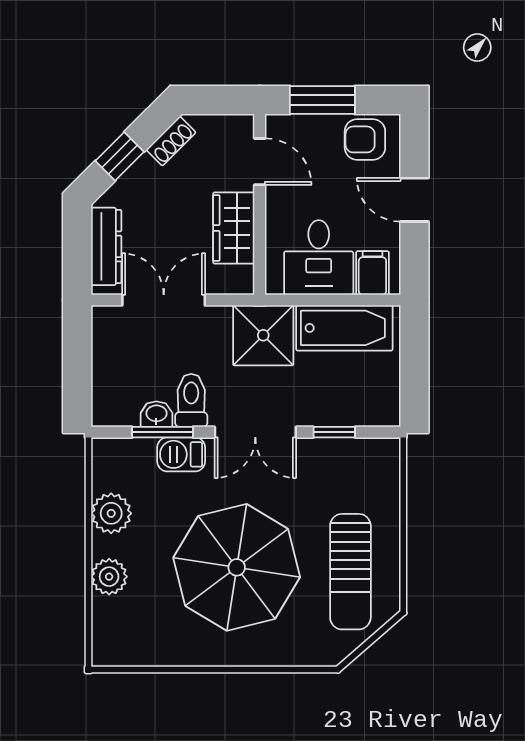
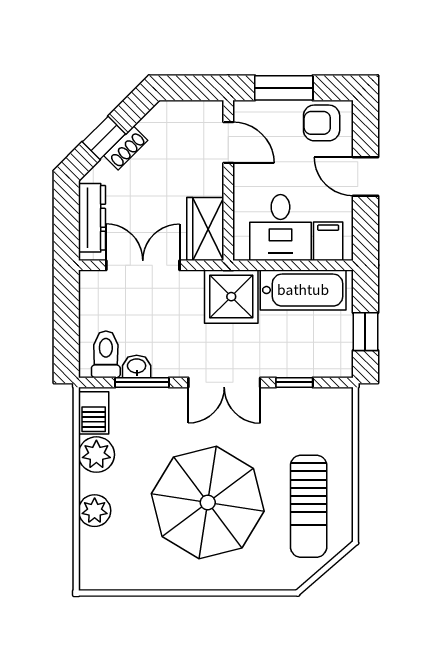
shoe rack: (171, 141) -> (126, 148), moved
wardrobe: (234, 228) -> (205, 229), moved
window: (414, 375) -> (365, 332), added
toilet: (191, 400) -> (106, 354), moved
barbecue: (181, 454) -> (94, 413), moved, turned -90

